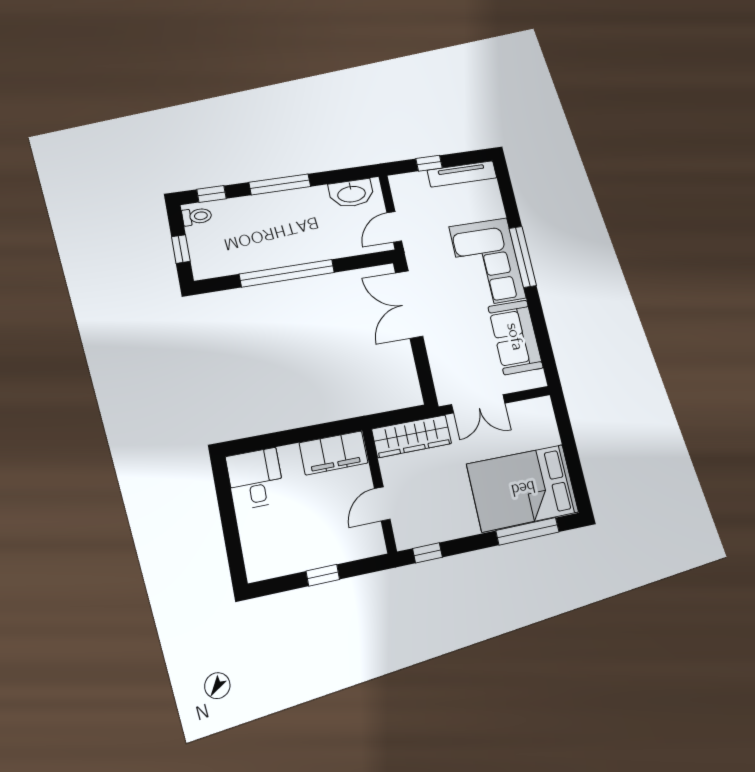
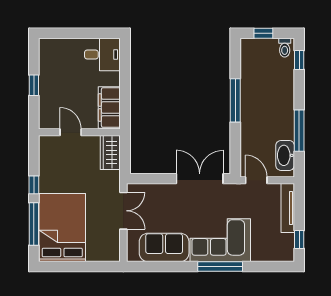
window: (429, 163) -> (299, 239), moved
tv unit: (462, 174) -> (288, 208), moved
window: (280, 184) -> (299, 131), moved
window: (287, 273) -> (235, 100), width x0.68
double door: (478, 404) -> (123, 211), swing flipped
wardrobe: (412, 436) -> (110, 152), width x0.67
window: (427, 553) -> (34, 185), moved

